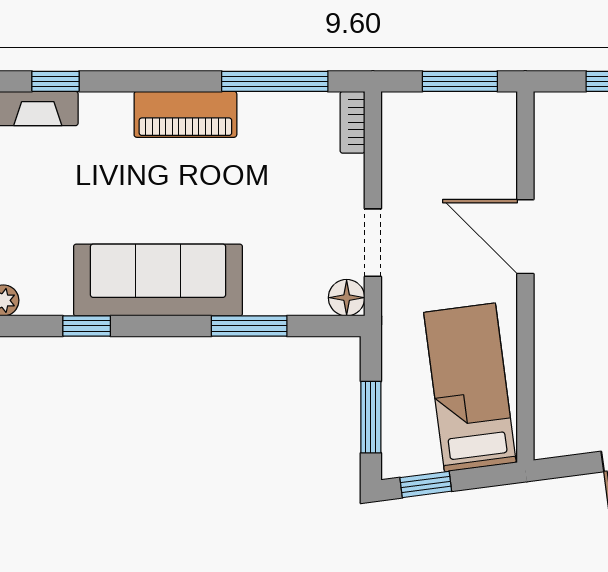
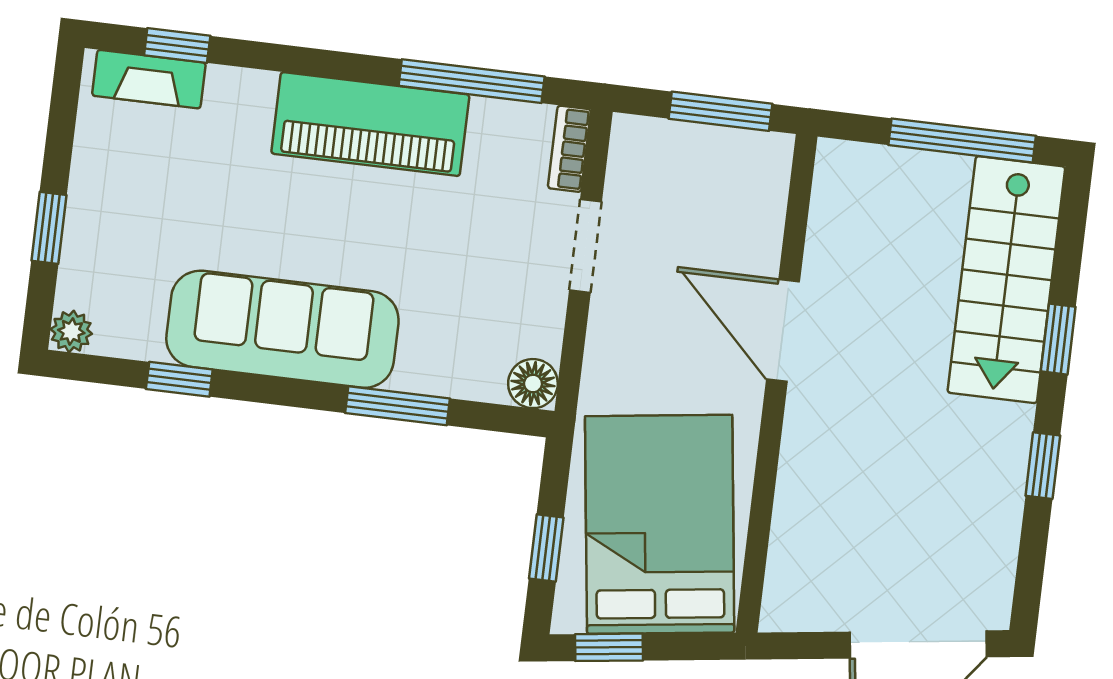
piano: (185, 114) -> (370, 124), width x1.37, depth x1.33
doorway: (373, 243) -> (585, 246), moved
bed: (470, 387) -> (660, 524), width x1.50
window: (371, 417) -> (546, 548), width x0.67

